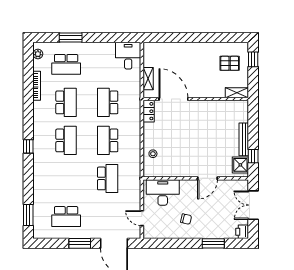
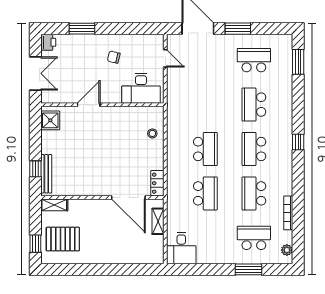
pallet: (230, 63) -> (63, 239), width x1.50, depth x1.42
bench: (244, 139) -> (46, 174), moved
window: (253, 156) -> (35, 169), moved
school desk: (108, 178) -> (254, 105), moved

